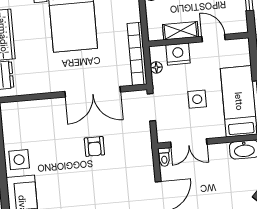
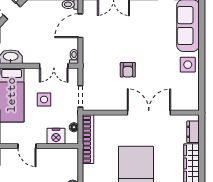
shelving: (180, 31) -> (52, 154), removed
double door: (93, 92) -> (149, 113), moved
double door: (189, 143) -> (54, 66), swing flipped
armchair: (94, 146) -> (128, 70), turned 180

